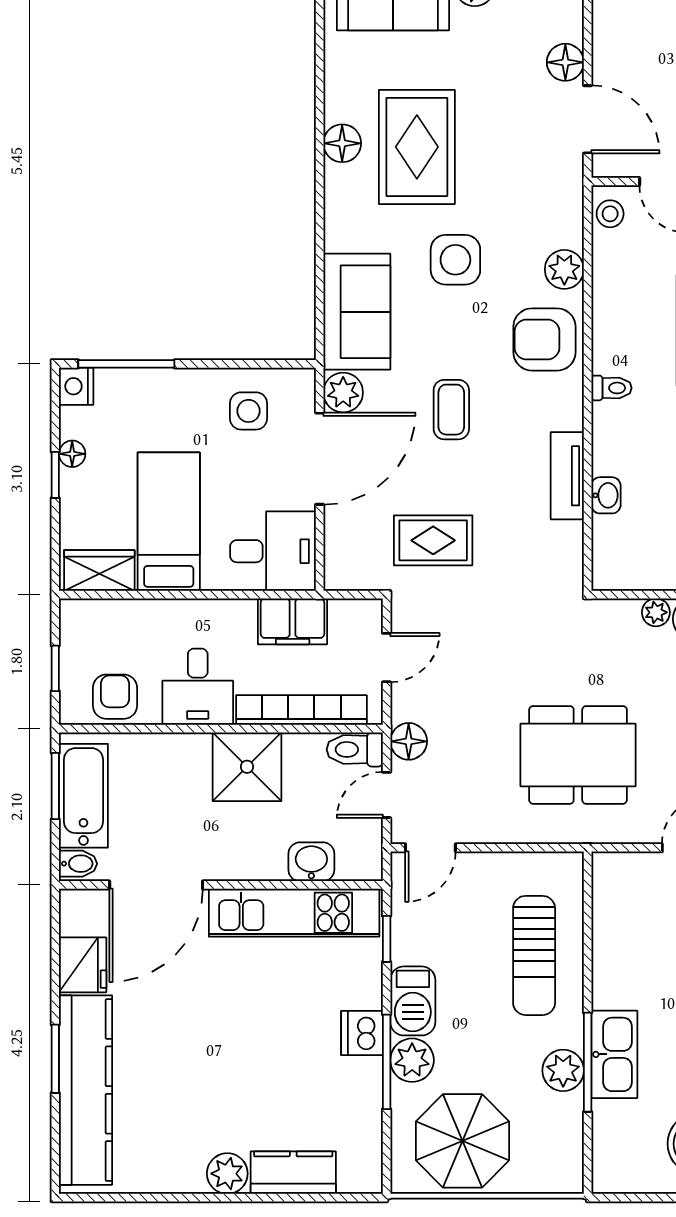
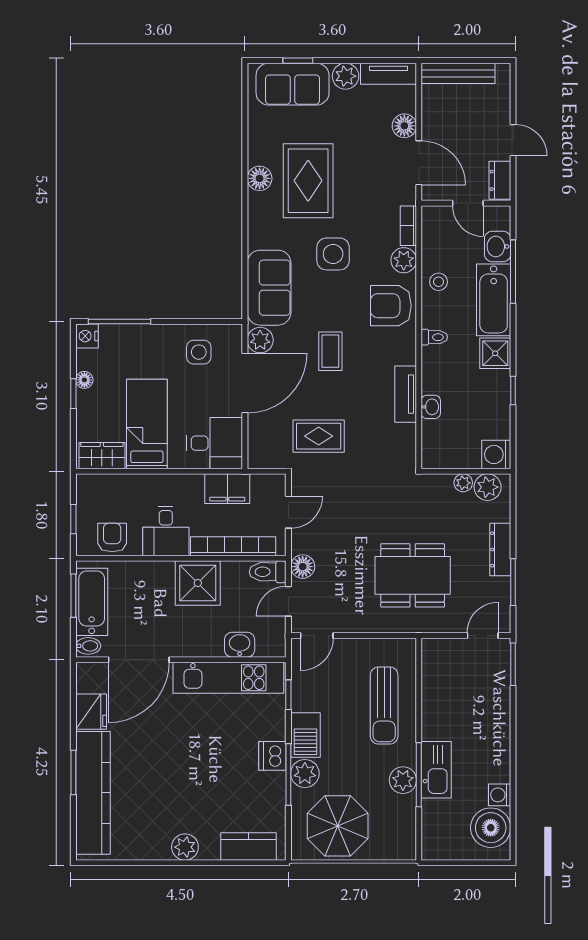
stool: (610, 214) -> (439, 282), moved
bookcase: (572, 216) -> (408, 226), added
kitchen counter: (293, 1173) -> (248, 846), moved

